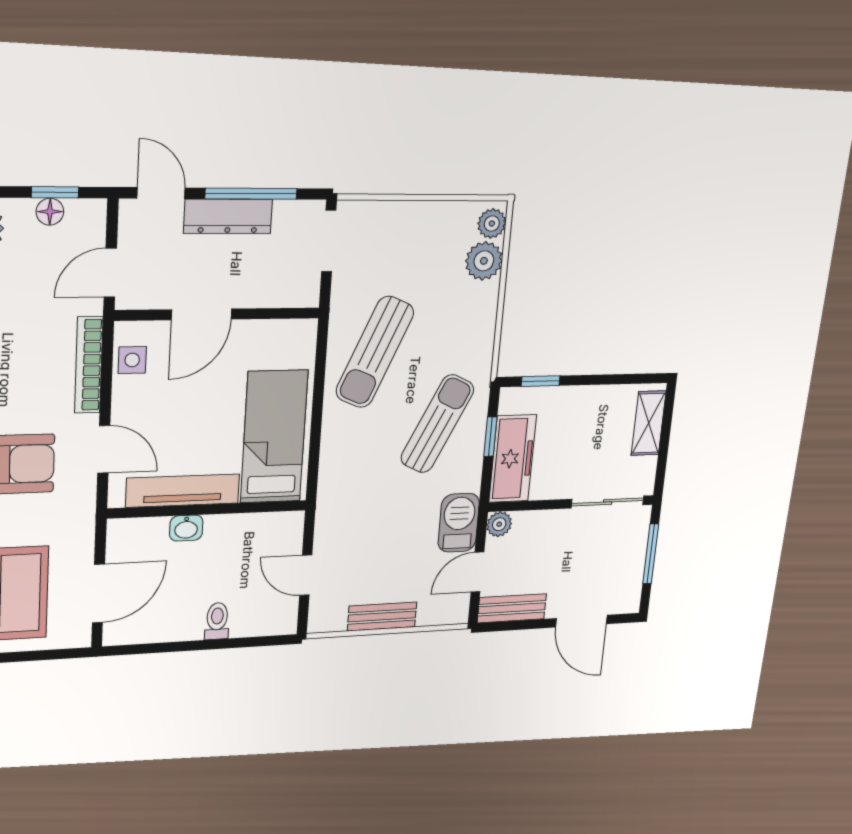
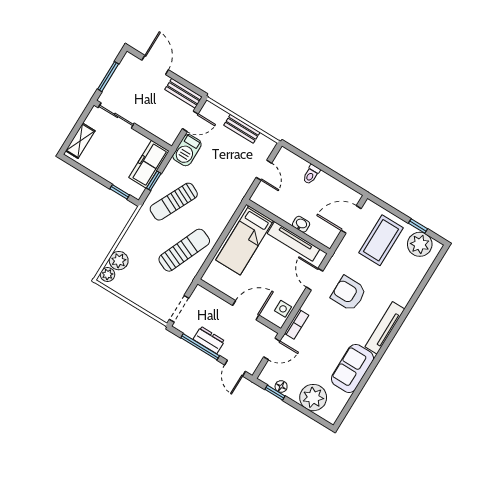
dresser: (228, 216) -> (209, 340), width x0.70
bookcase: (89, 365) -> (297, 324), width x0.64
plant: (499, 524) -> (170, 137), removed

